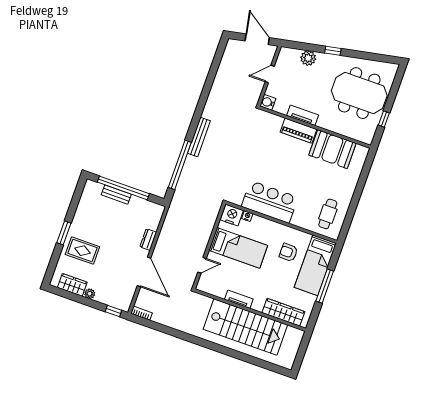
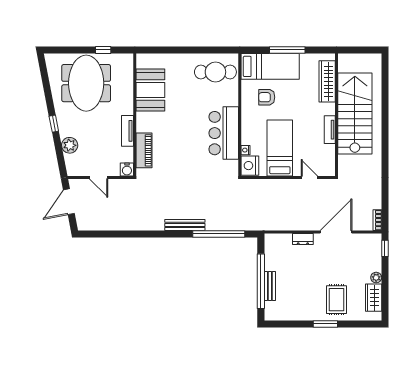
piano: (298, 131) -> (144, 150), moved
cafe table: (328, 214) -> (215, 72), width x1.37, depth x1.35
armchair: (288, 252) -> (267, 97), turned 90

